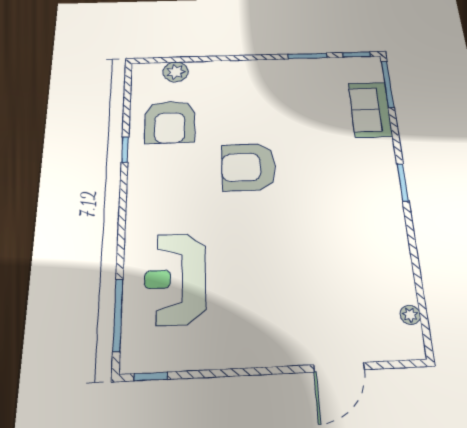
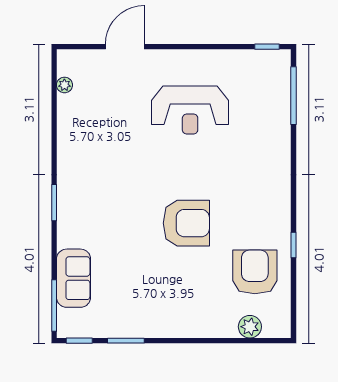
reception desk: (175, 279) -> (190, 110), moved, turned 90

